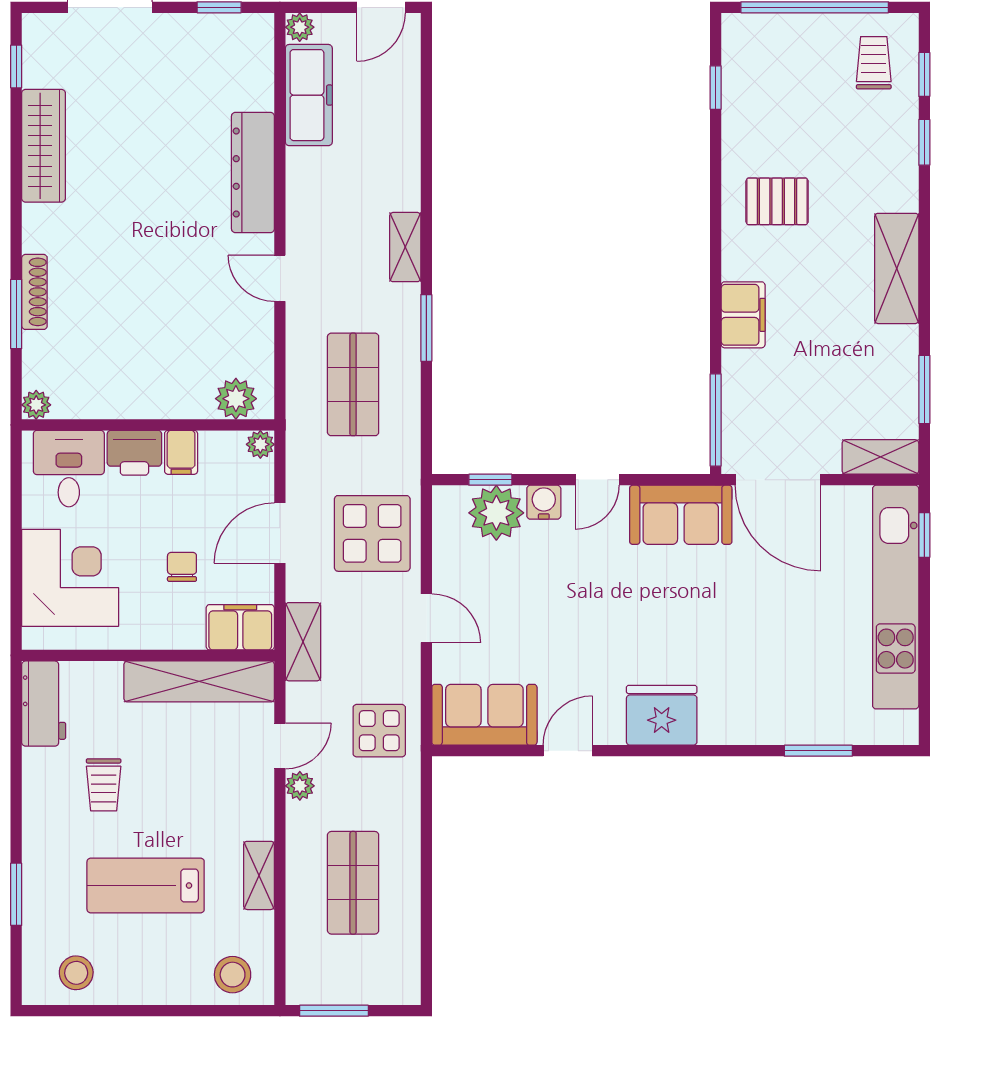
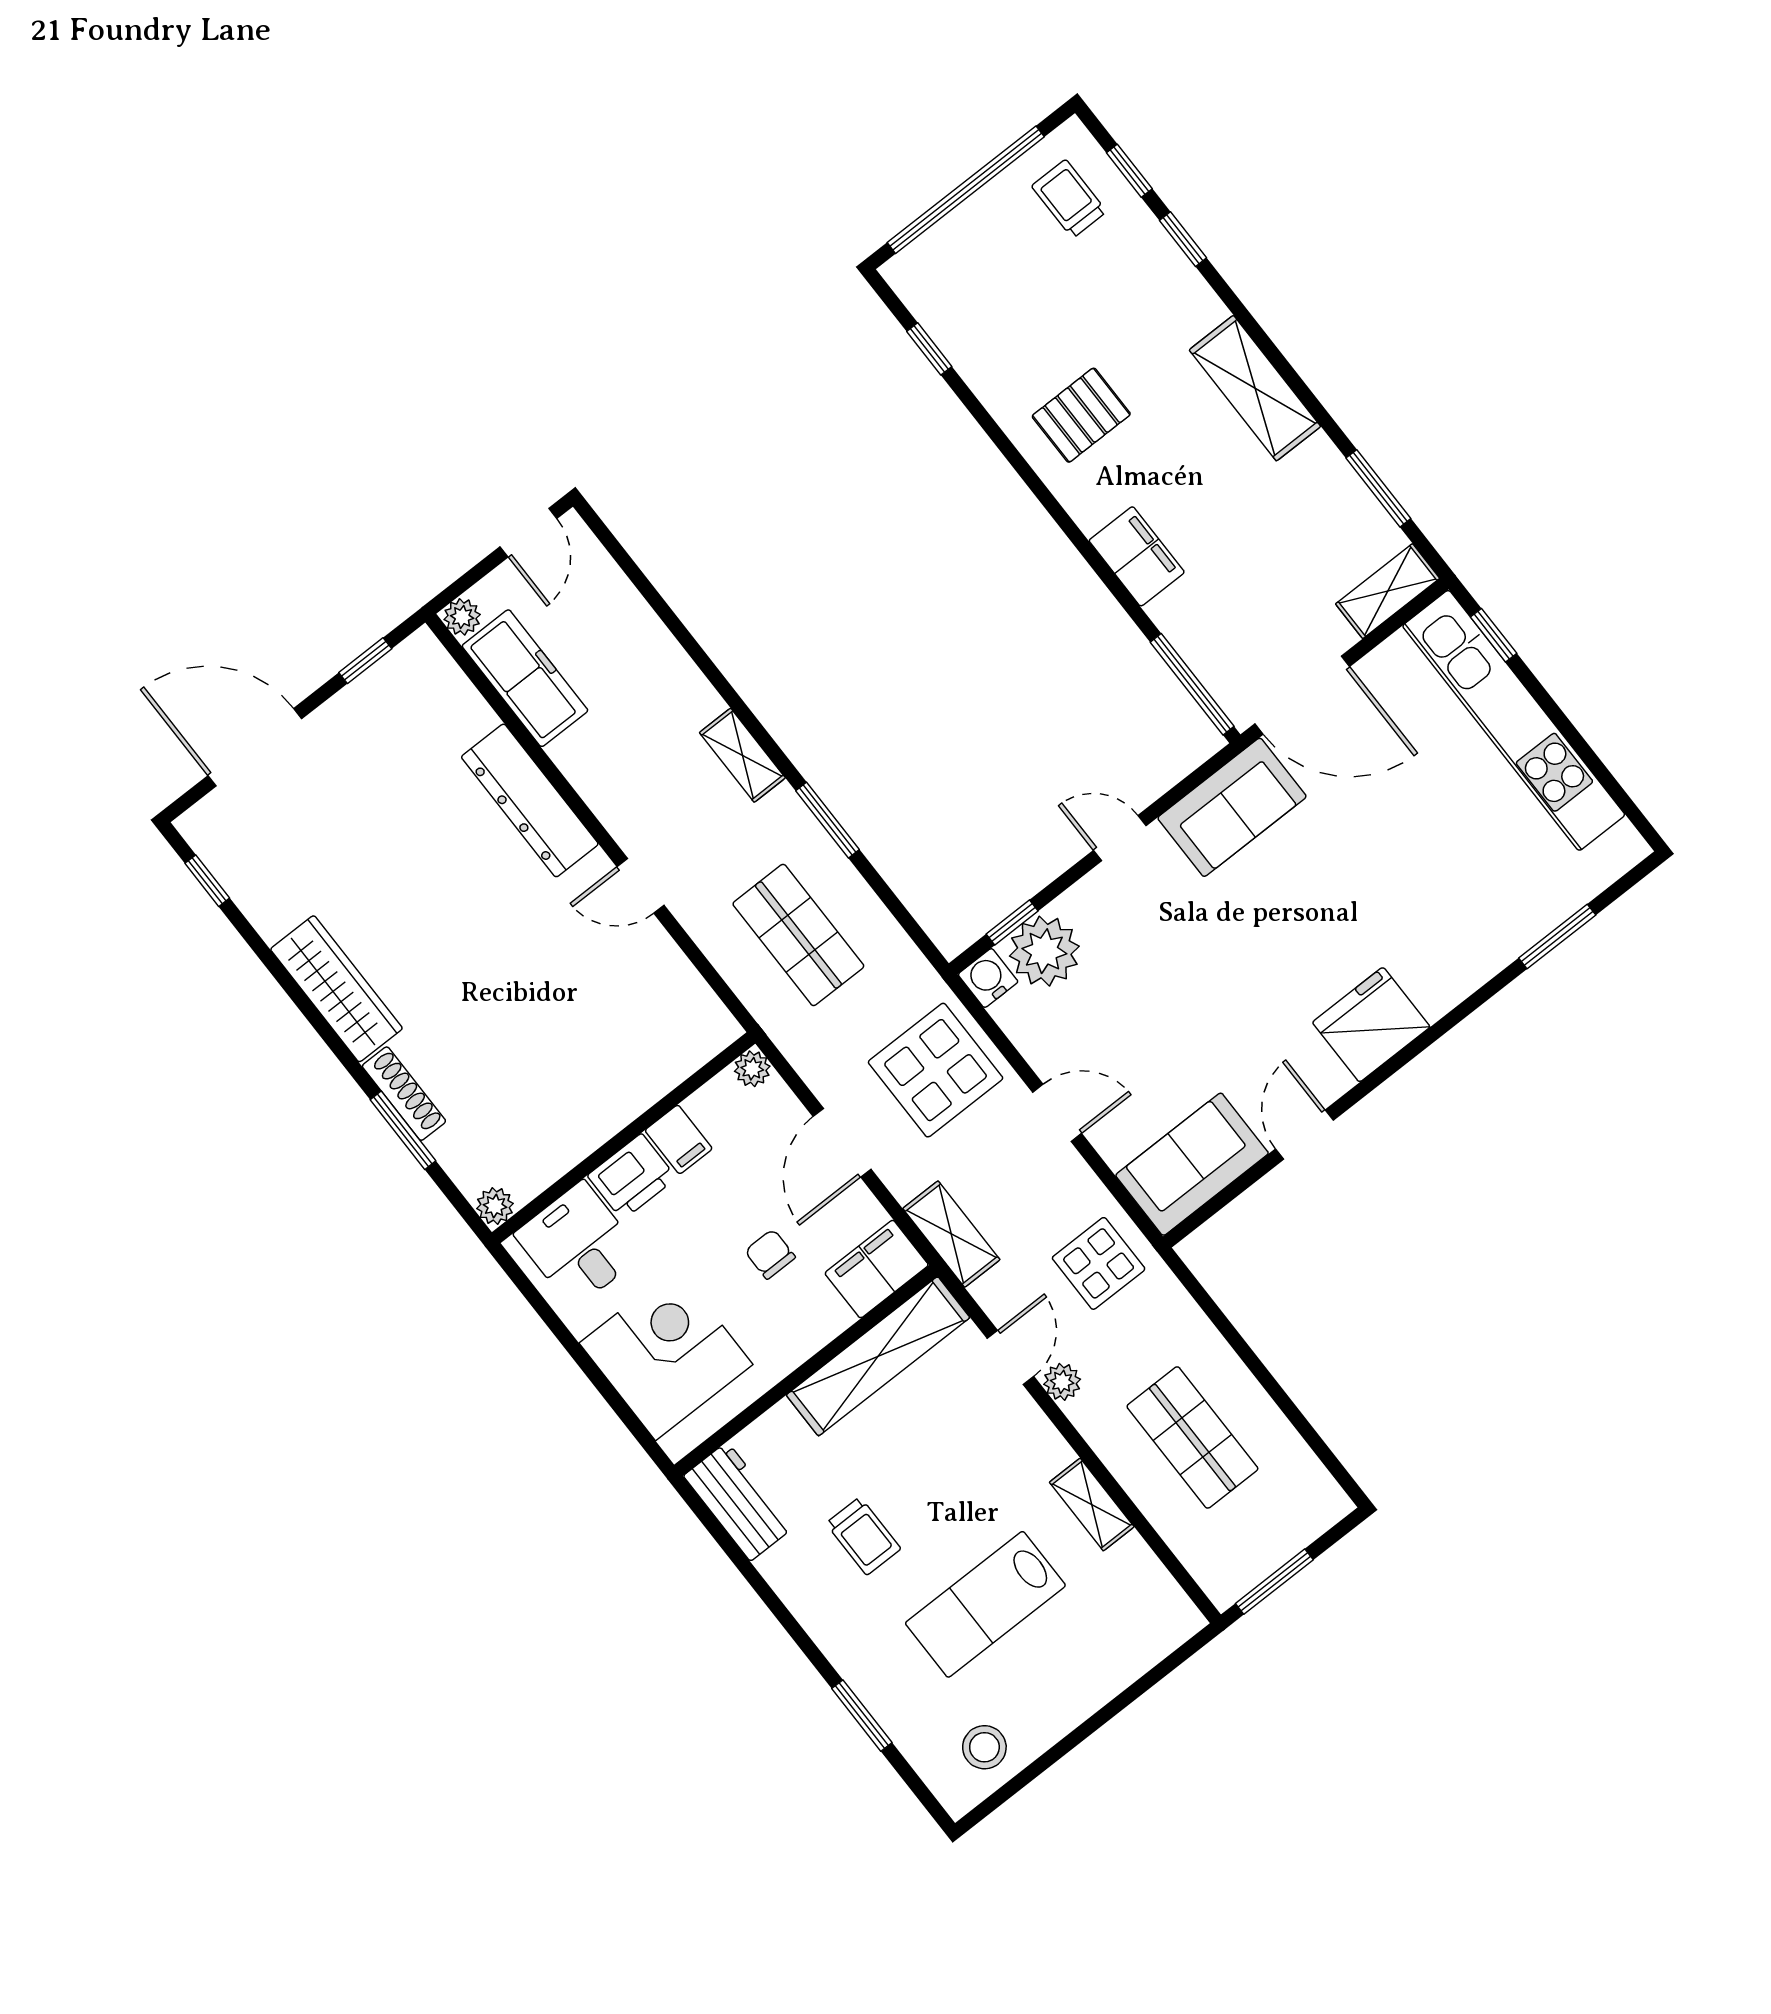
wardrobe: (44, 146) -> (336, 989), moved
plant: (236, 399) -> (692, 1042), removed
door: (597, 480) -> (1120, 838), swing flipped
water cooler: (544, 502) -> (988, 978), moved
stool: (233, 975) -> (1144, 1625), removed

